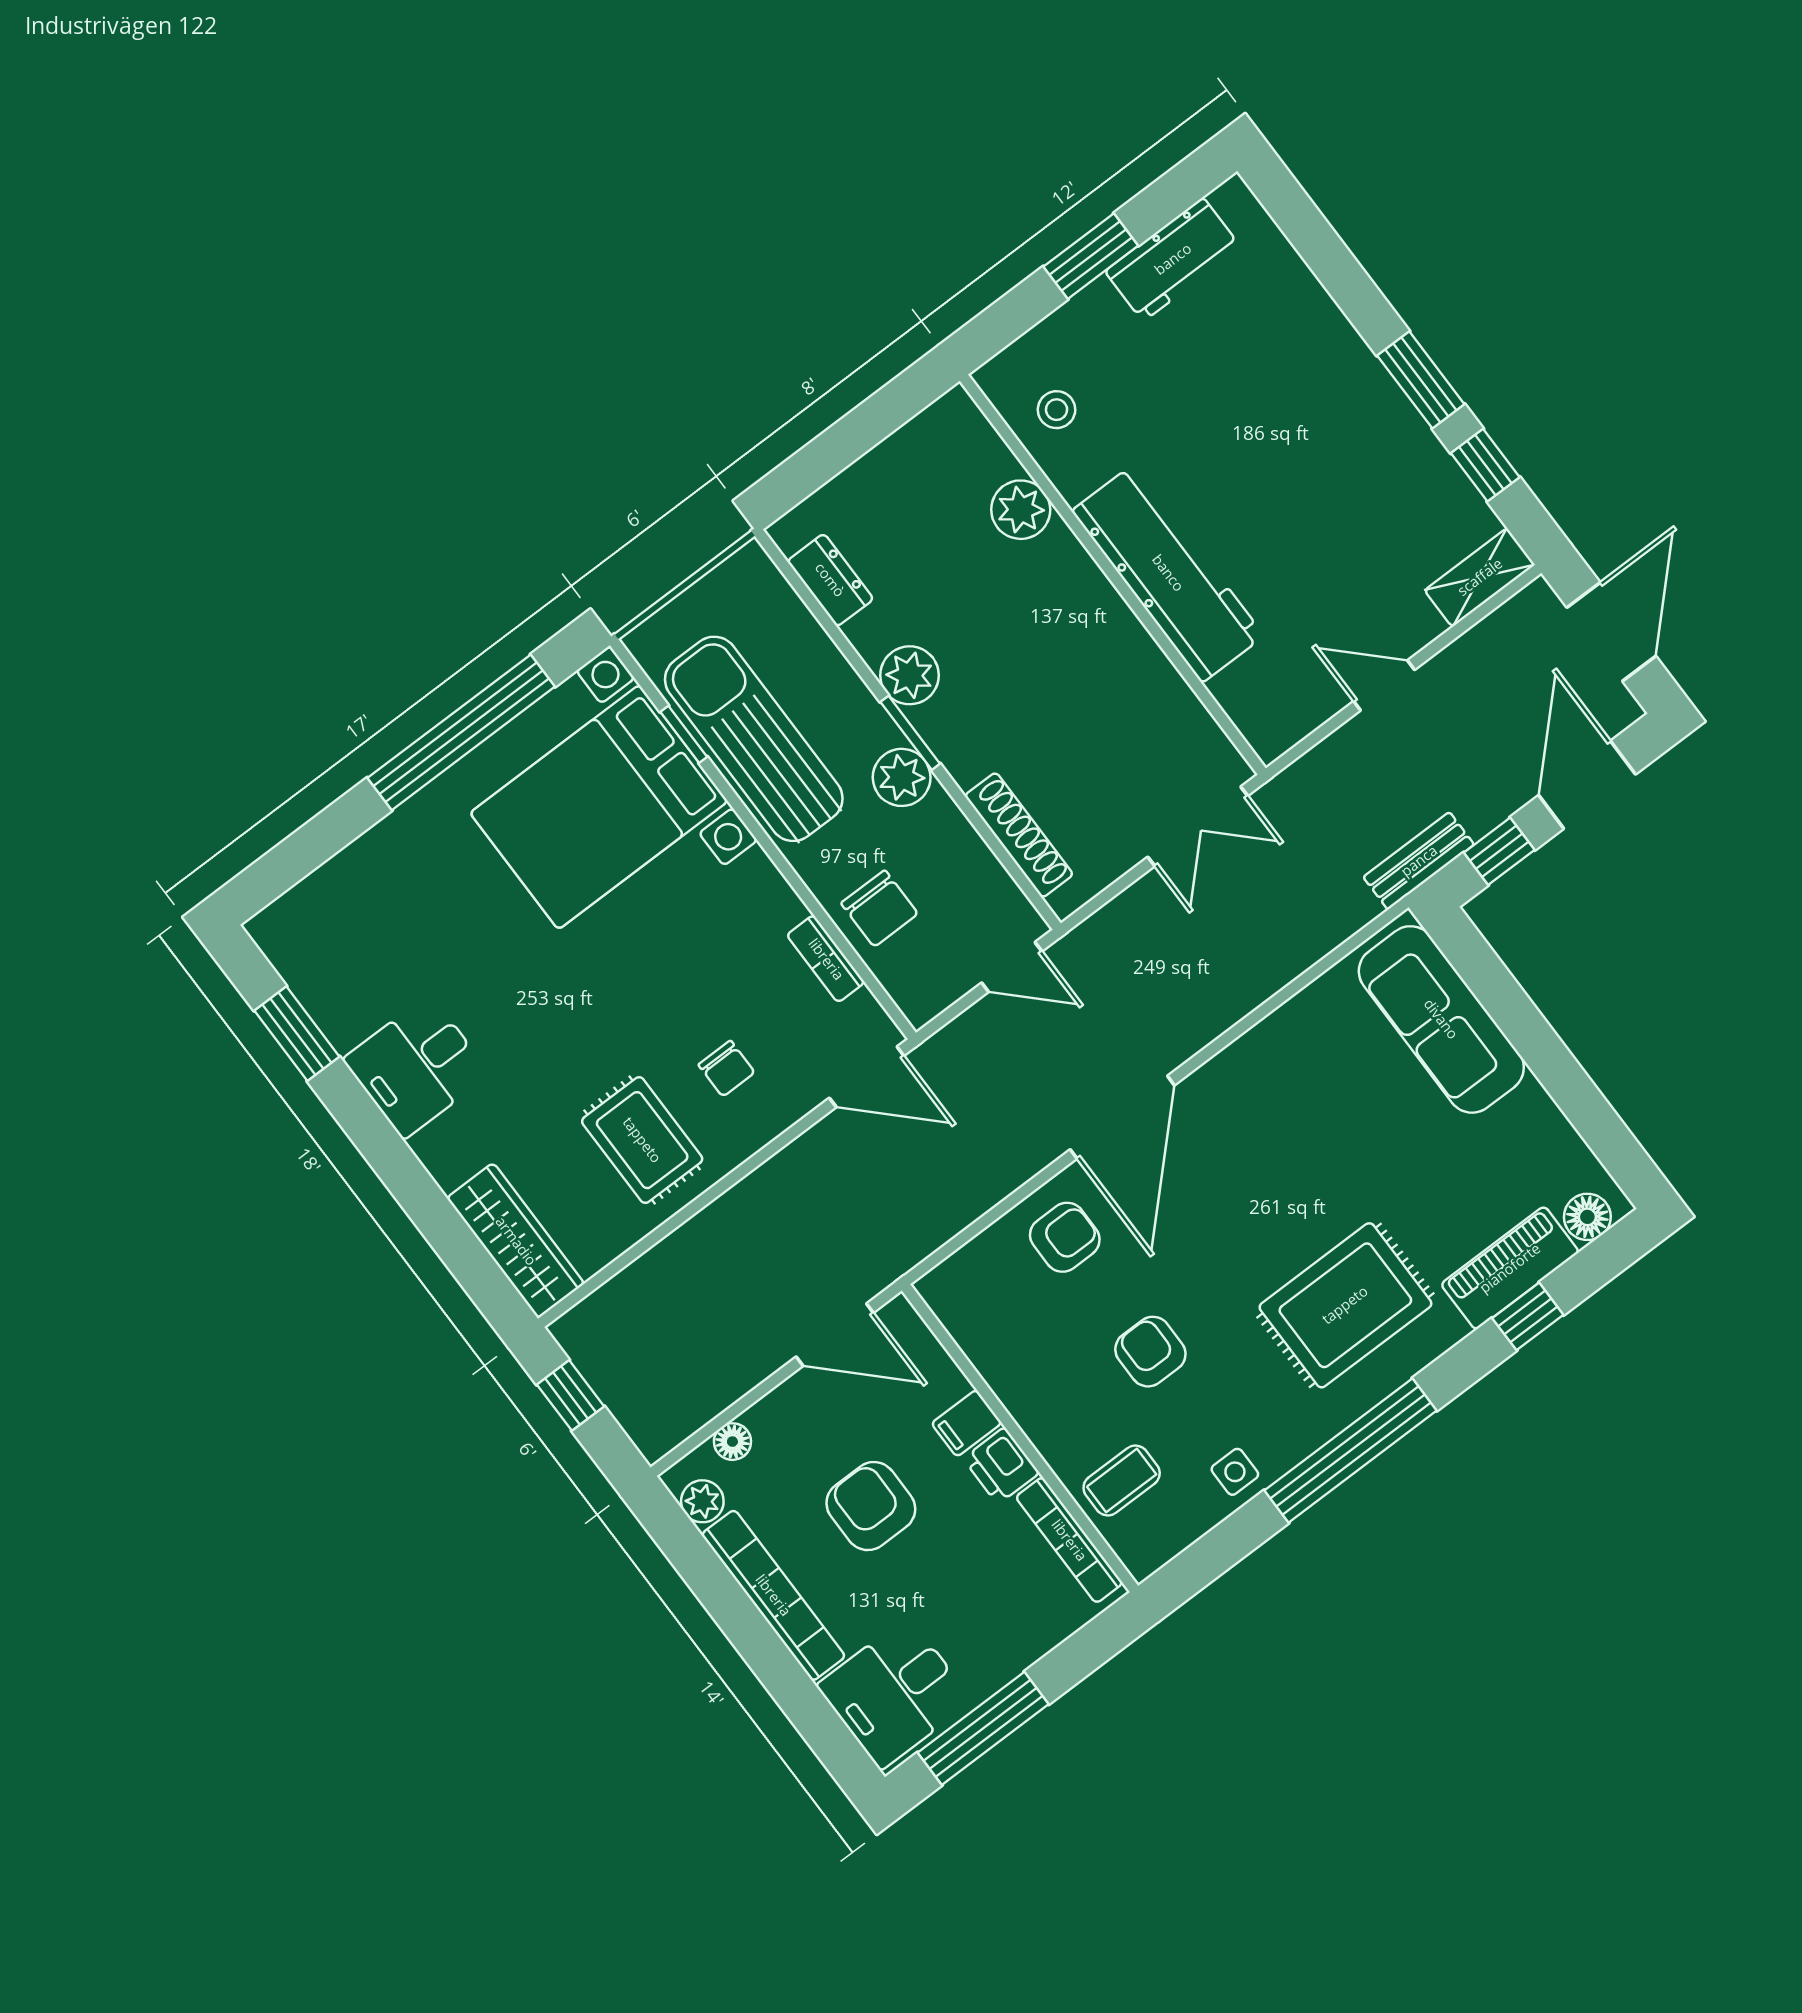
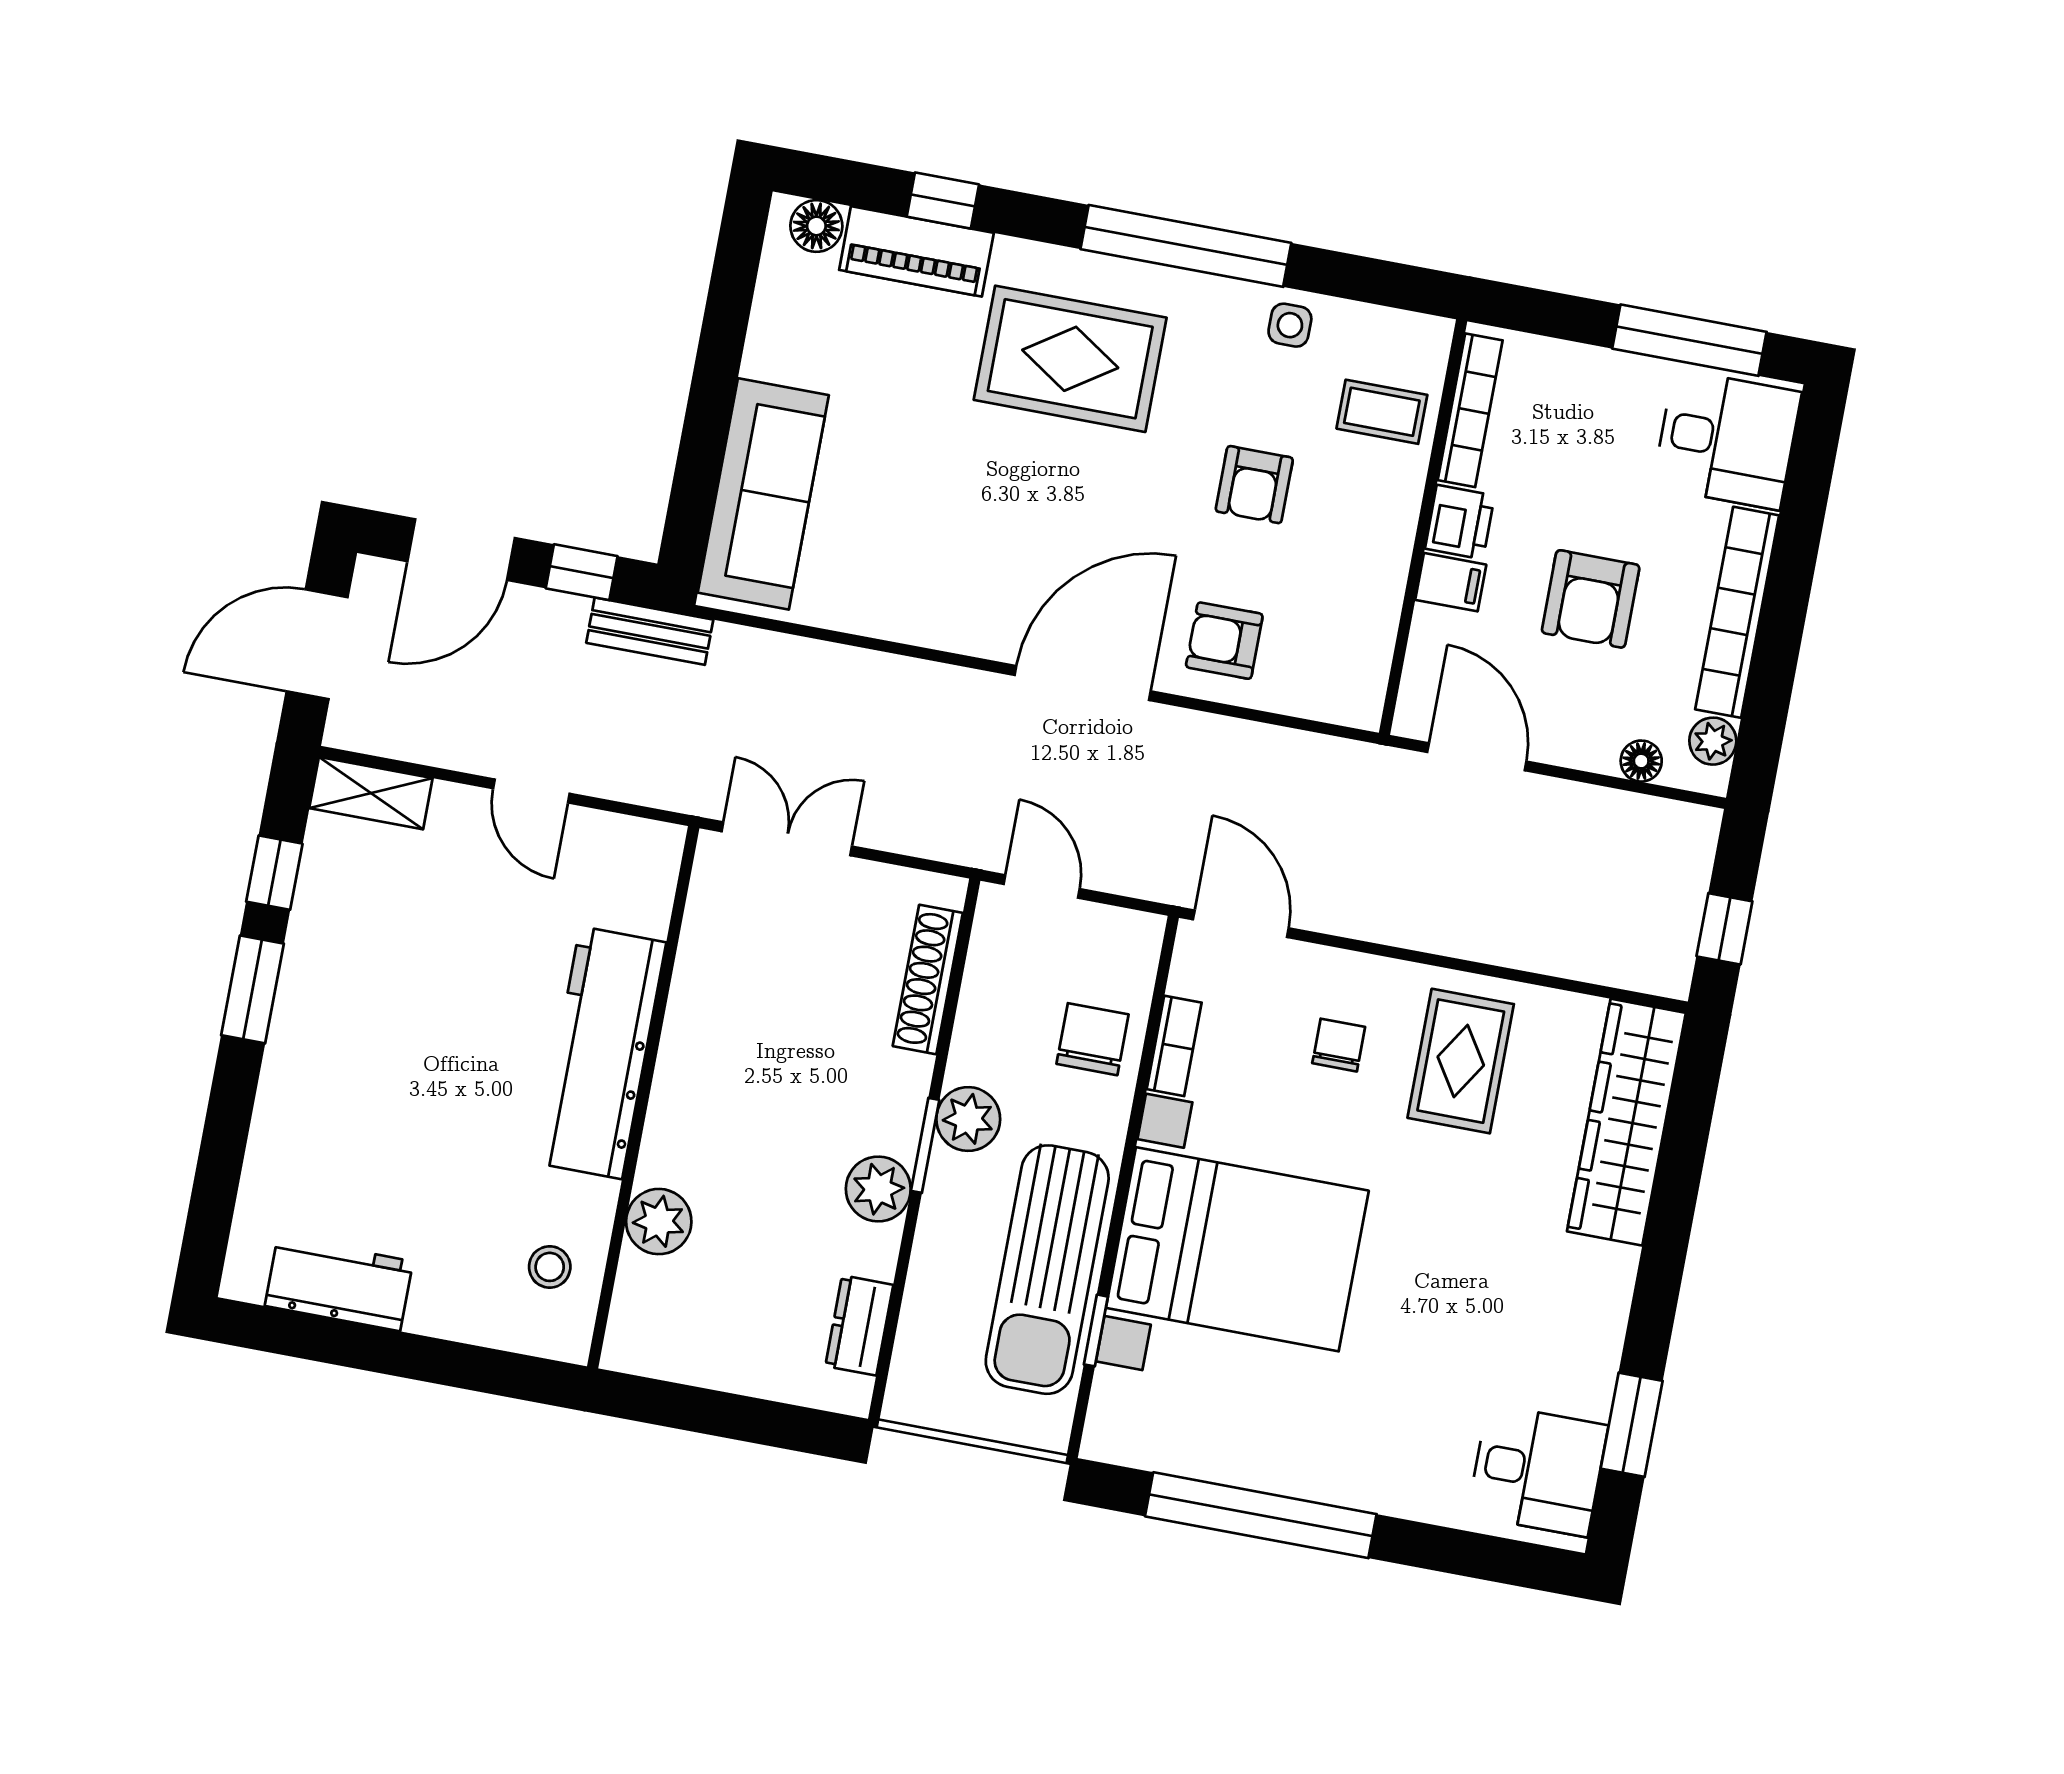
window: (1091, 256) -> (398, 1354), removed
bed with nightstands: (599, 807) -> (1237, 1249), moved
desk: (417, 1067) -> (1538, 1470), moved
wardrobe: (516, 1241) -> (1626, 1122), width x1.40, depth x1.17

